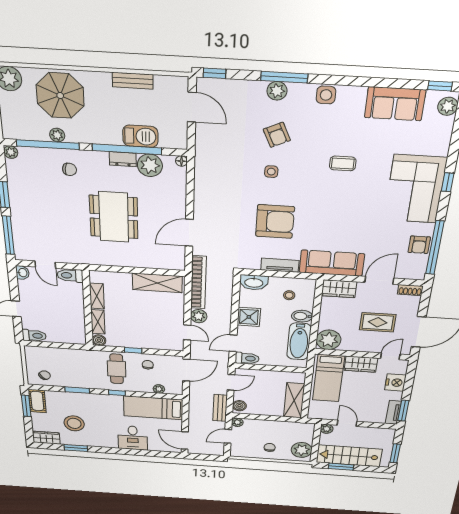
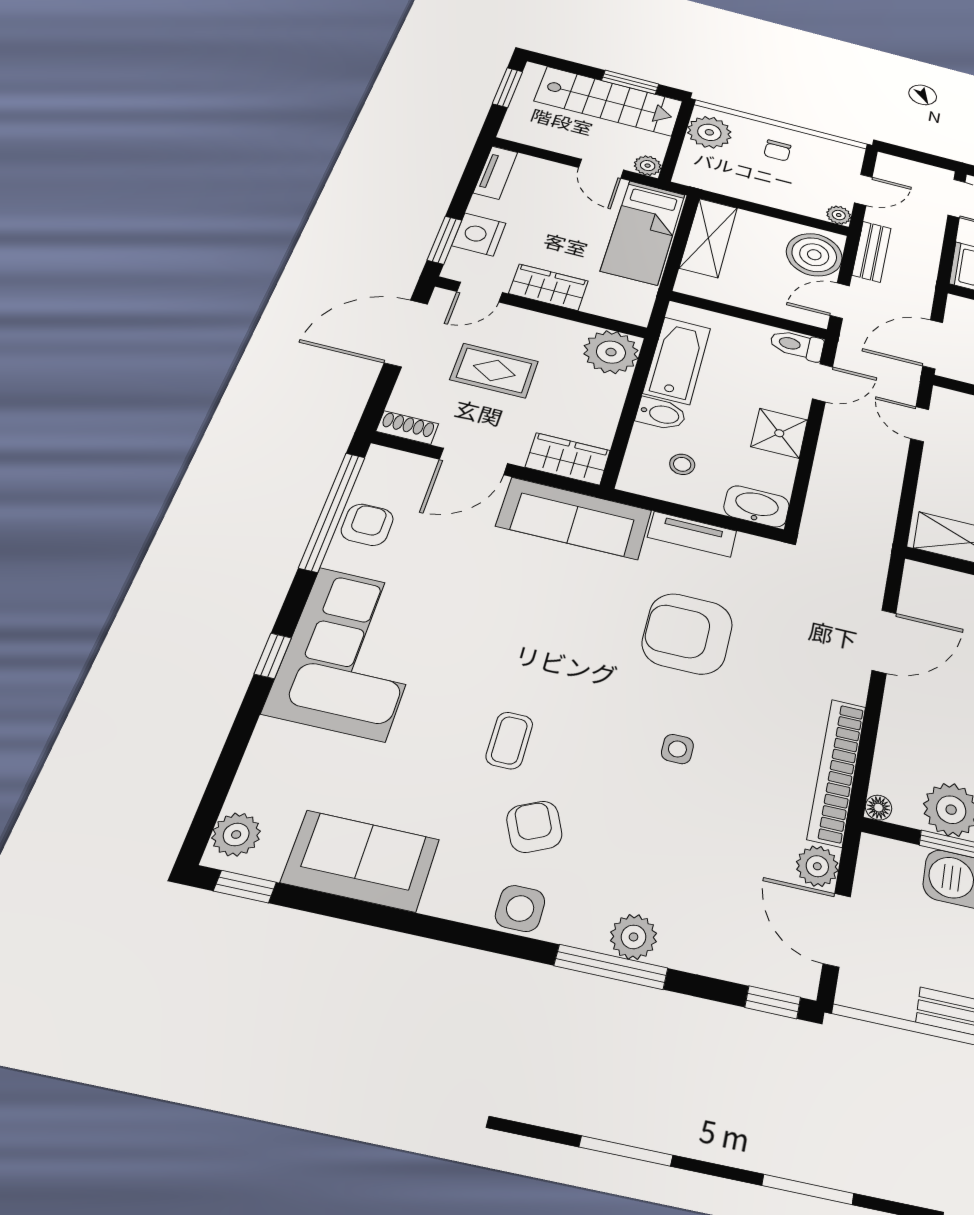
armchair: (277, 135) -> (534, 827), moved
coffee table: (343, 163) -> (509, 740), turned 90
bookcase: (198, 282) -> (837, 772), moved
plant: (199, 316) -> (817, 866), moved
bed: (328, 378) -> (643, 232), moved, turned 180
boiler: (239, 406) -> (814, 255), width x1.86, depth x1.86
window: (403, 411) -> (444, 240), moved

